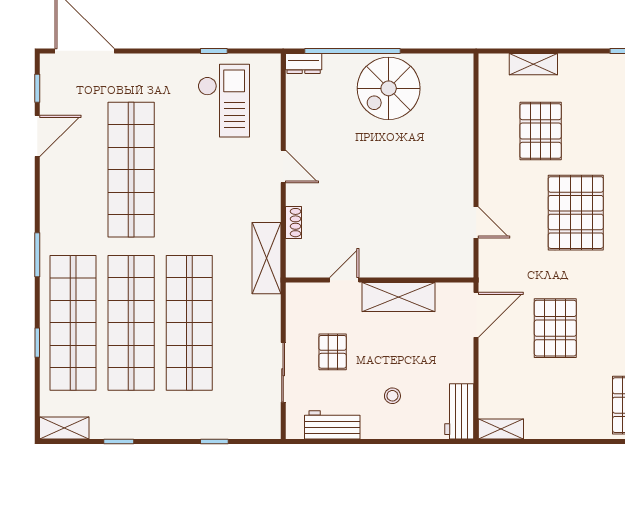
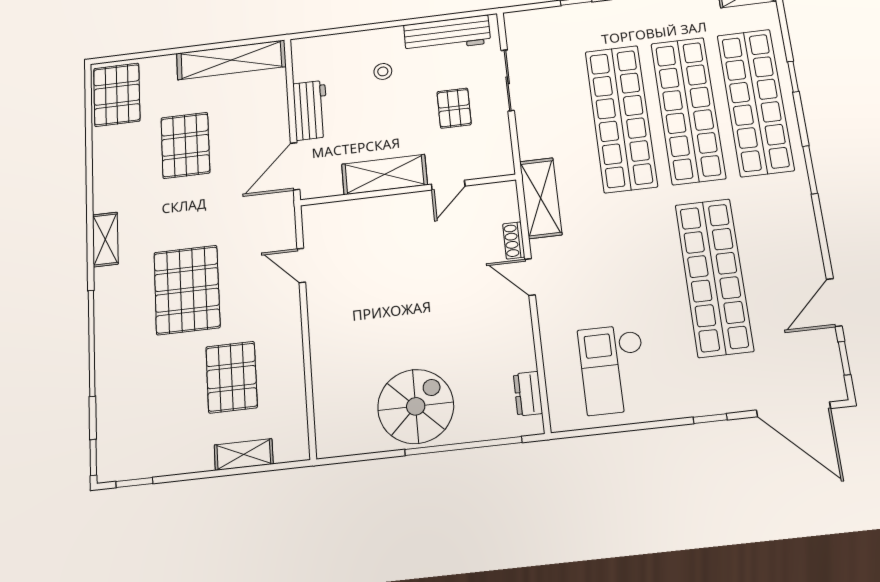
window: (214, 51) -> (710, 419), moved
dresser: (304, 63) -> (528, 394), moved, turned -90
door: (283, 166) -> (530, 277), moved
pallet: (555, 328) -> (185, 145), moved
workbench: (459, 411) -> (310, 110), moved
workbench: (332, 425) -> (447, 34), width x1.37
shelving: (501, 429) -> (231, 60), width x2.20, depth x1.33

